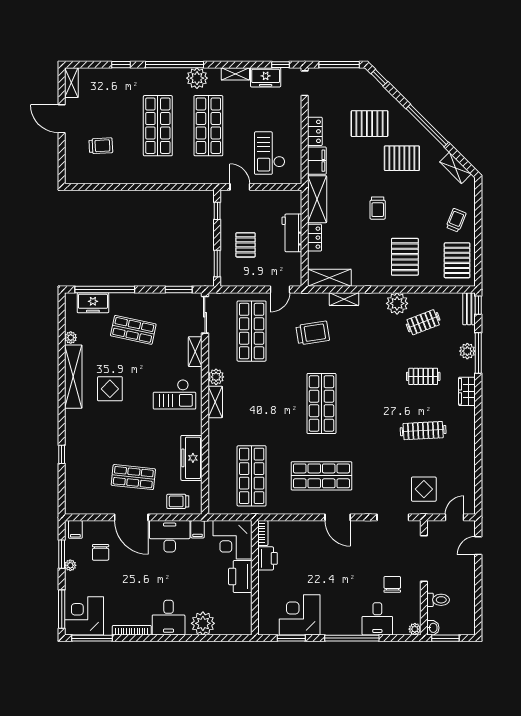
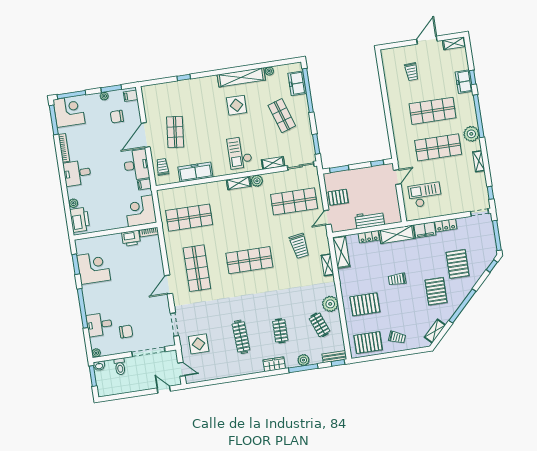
freezer: (266, 77) -> (464, 82), moved
pallet: (246, 245) -> (338, 197), moved
door: (280, 289) -> (327, 217), hinge flipped
shop shelf: (133, 330) -> (282, 116), turned -30
printer: (240, 576) -> (80, 220), moved, turned 90
plant: (203, 623) -> (73, 203), width x0.53, depth x0.53

